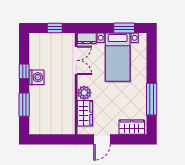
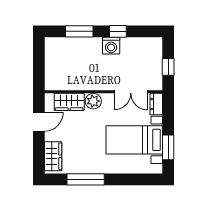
door: (102, 139) -> (39, 122), swing flipped

